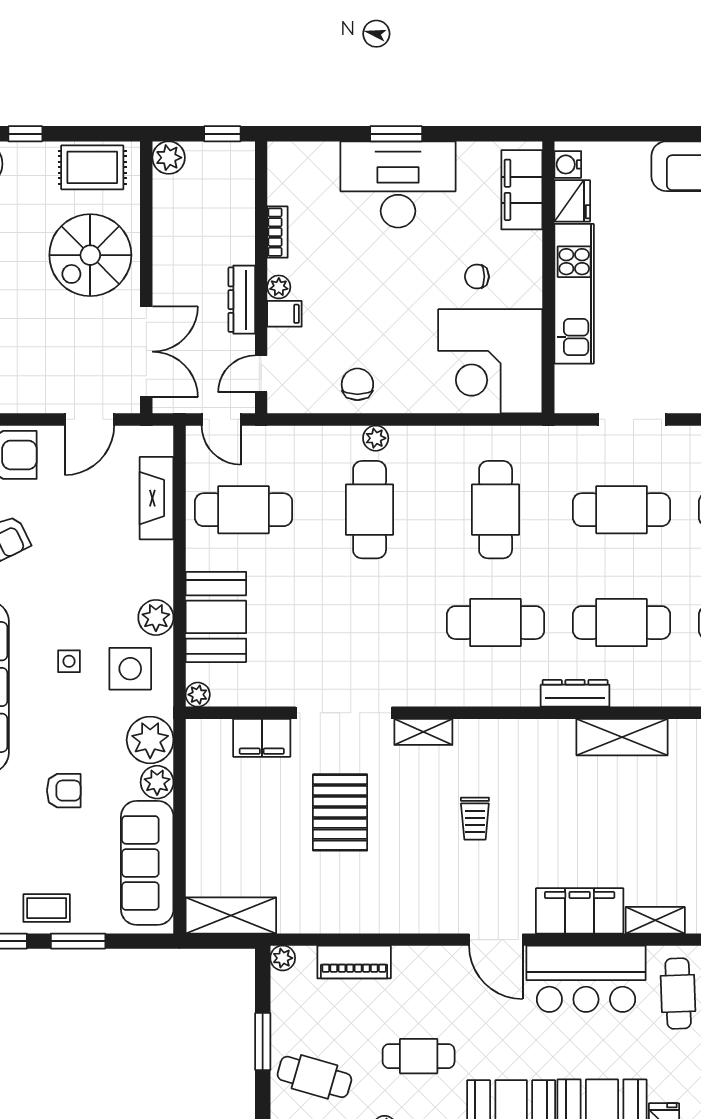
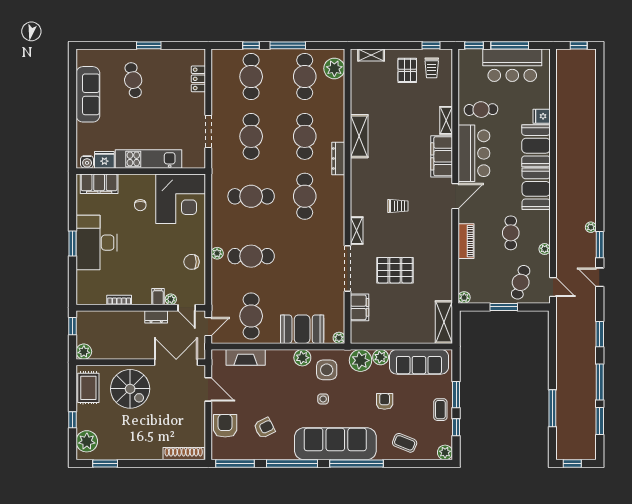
plant: (279, 287) -> (171, 299), moved
dresser: (242, 300) -> (156, 317), width x0.70
piano: (354, 962) -> (466, 241), moved

